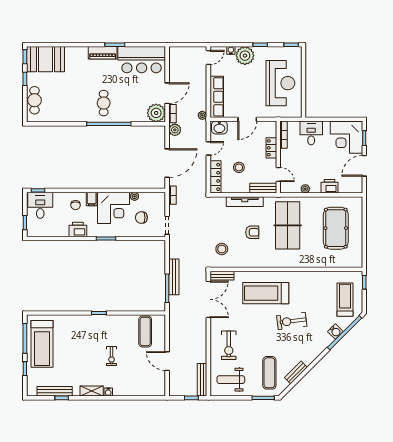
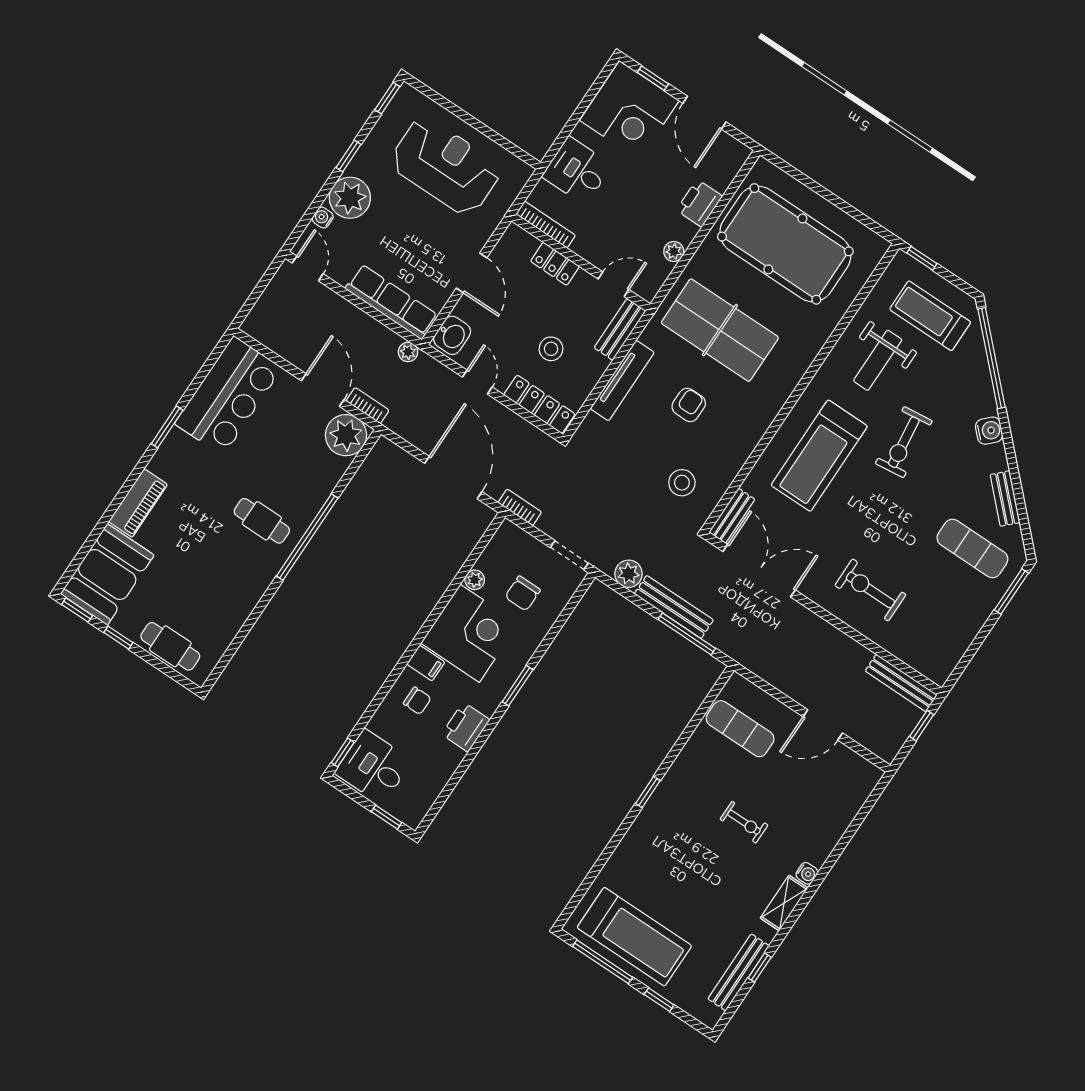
piano: (103, 53) -> (138, 503), moved
plant: (175, 130) -> (629, 574), moved
pool table: (336, 228) -> (785, 244), width x1.36, depth x1.32
water cooler: (335, 332) -> (989, 431), moved
exercise bike: (229, 345) -> (870, 590), turned 180
weight bench: (231, 380) -> (878, 360), moved

